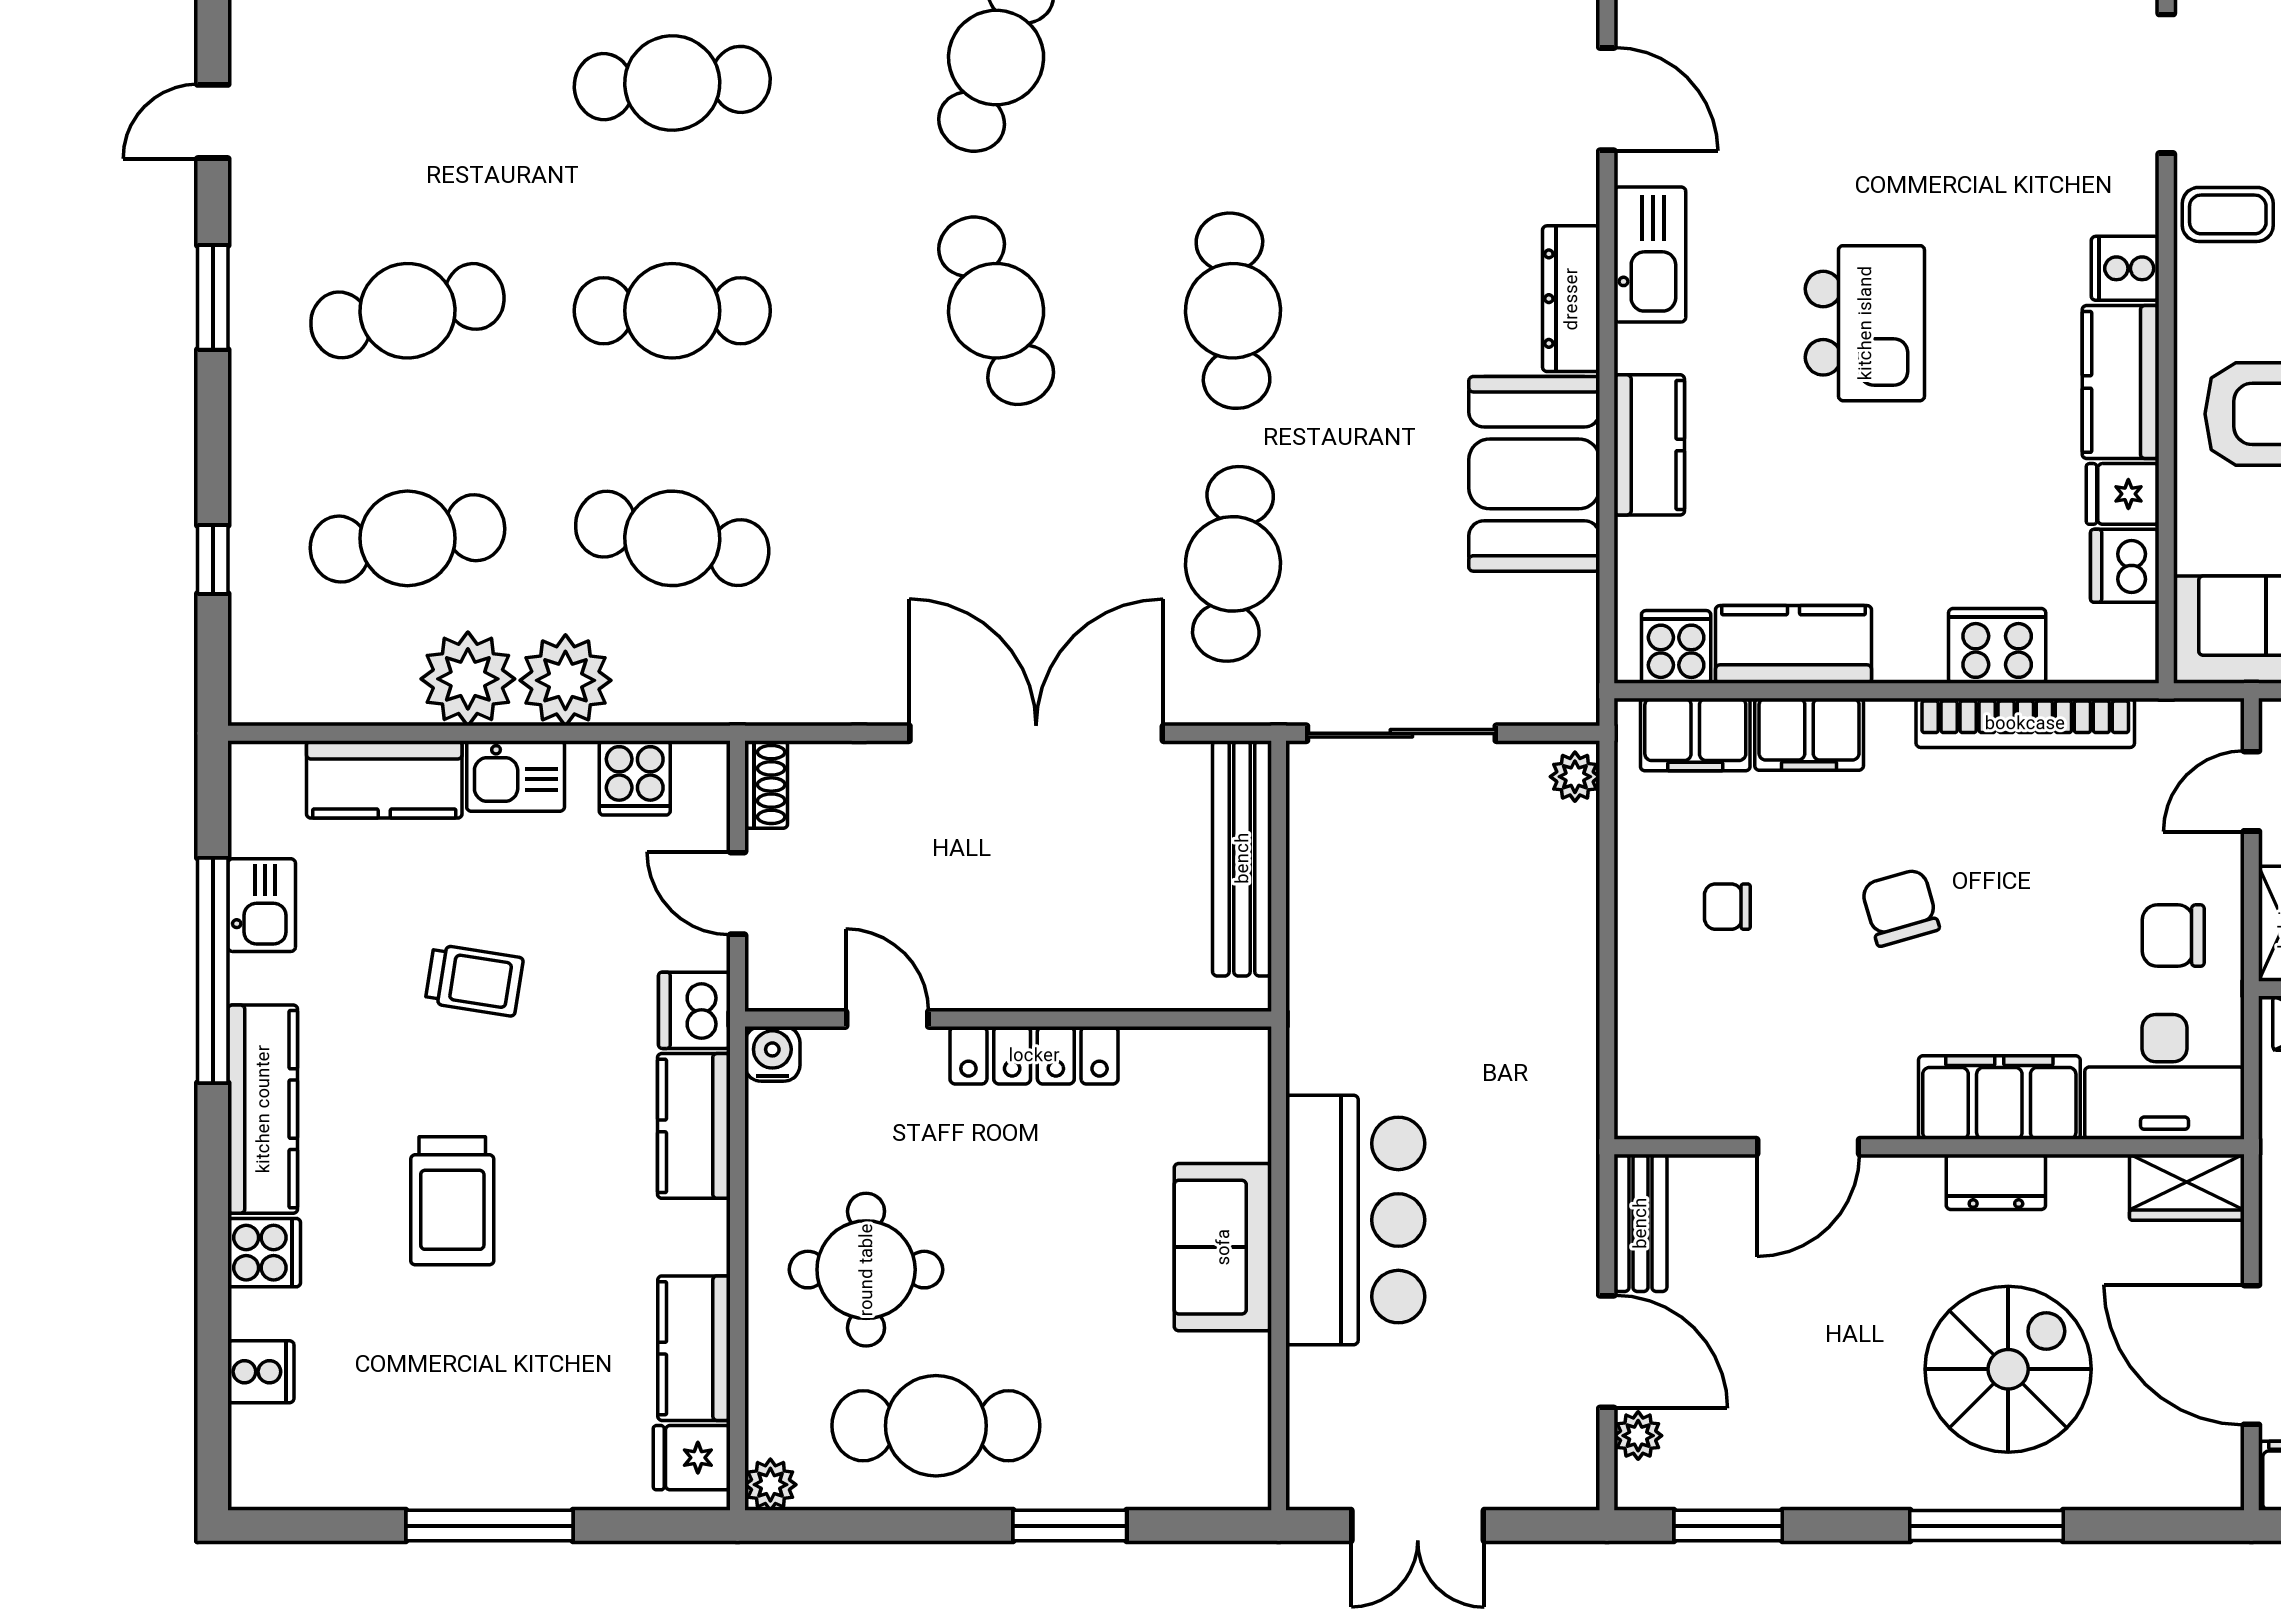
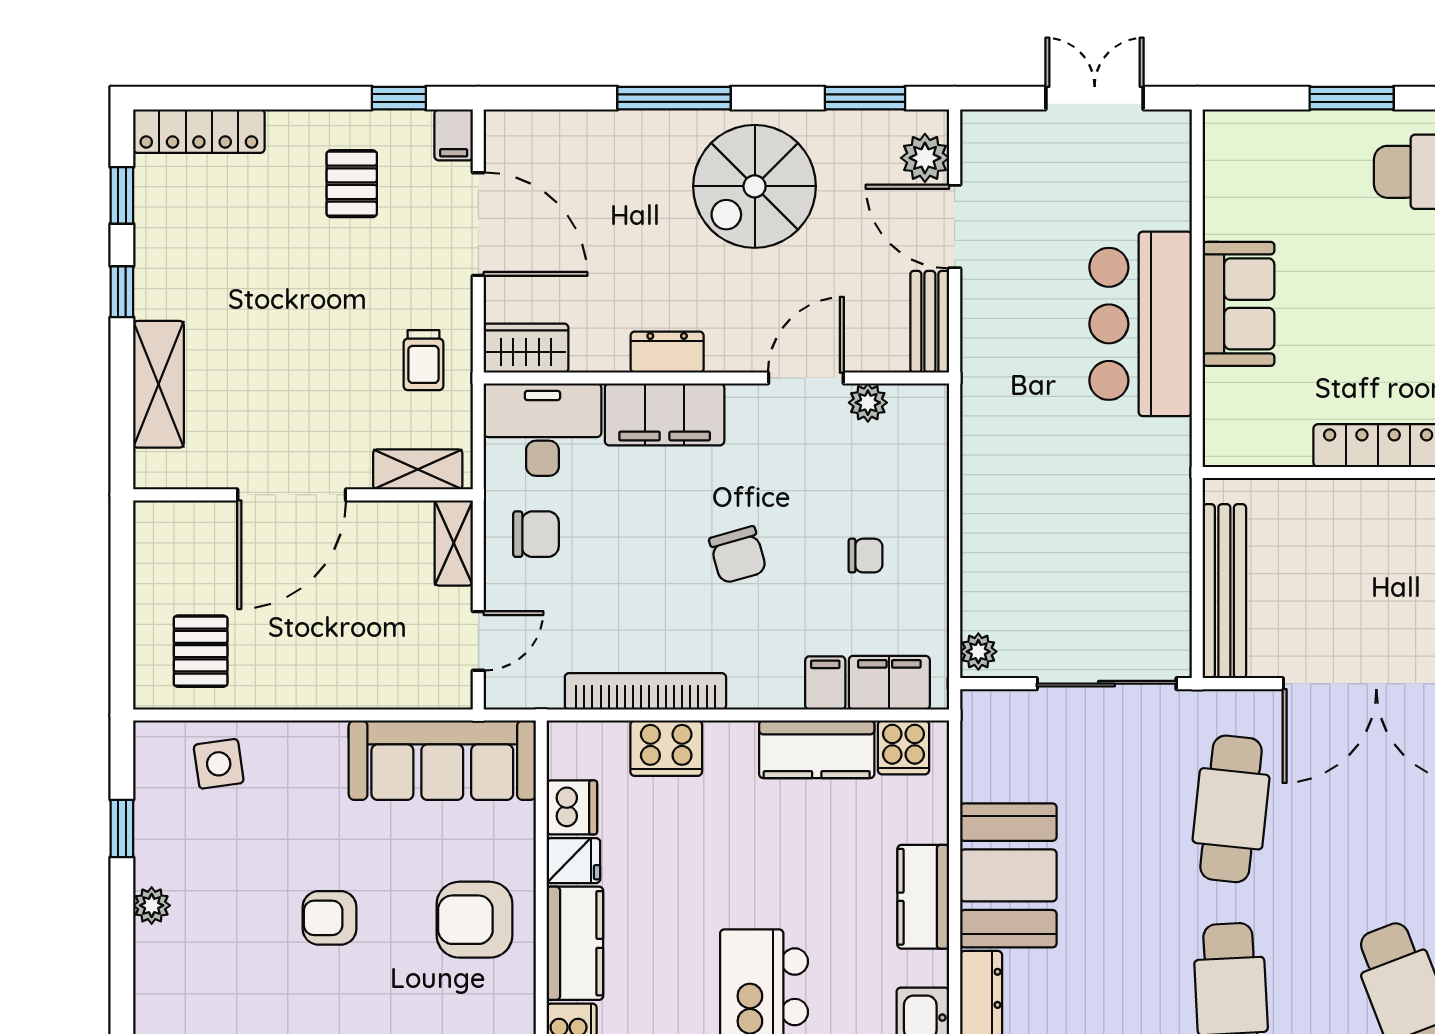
filing cabinet: (1809, 734) -> (825, 683), width x0.50
plant: (1724, 1113) -> (868, 403), added
spiral stairs: (2008, 1369) -> (755, 186), moved
plant: (1638, 1436) -> (925, 158), width x1.38, depth x1.38

